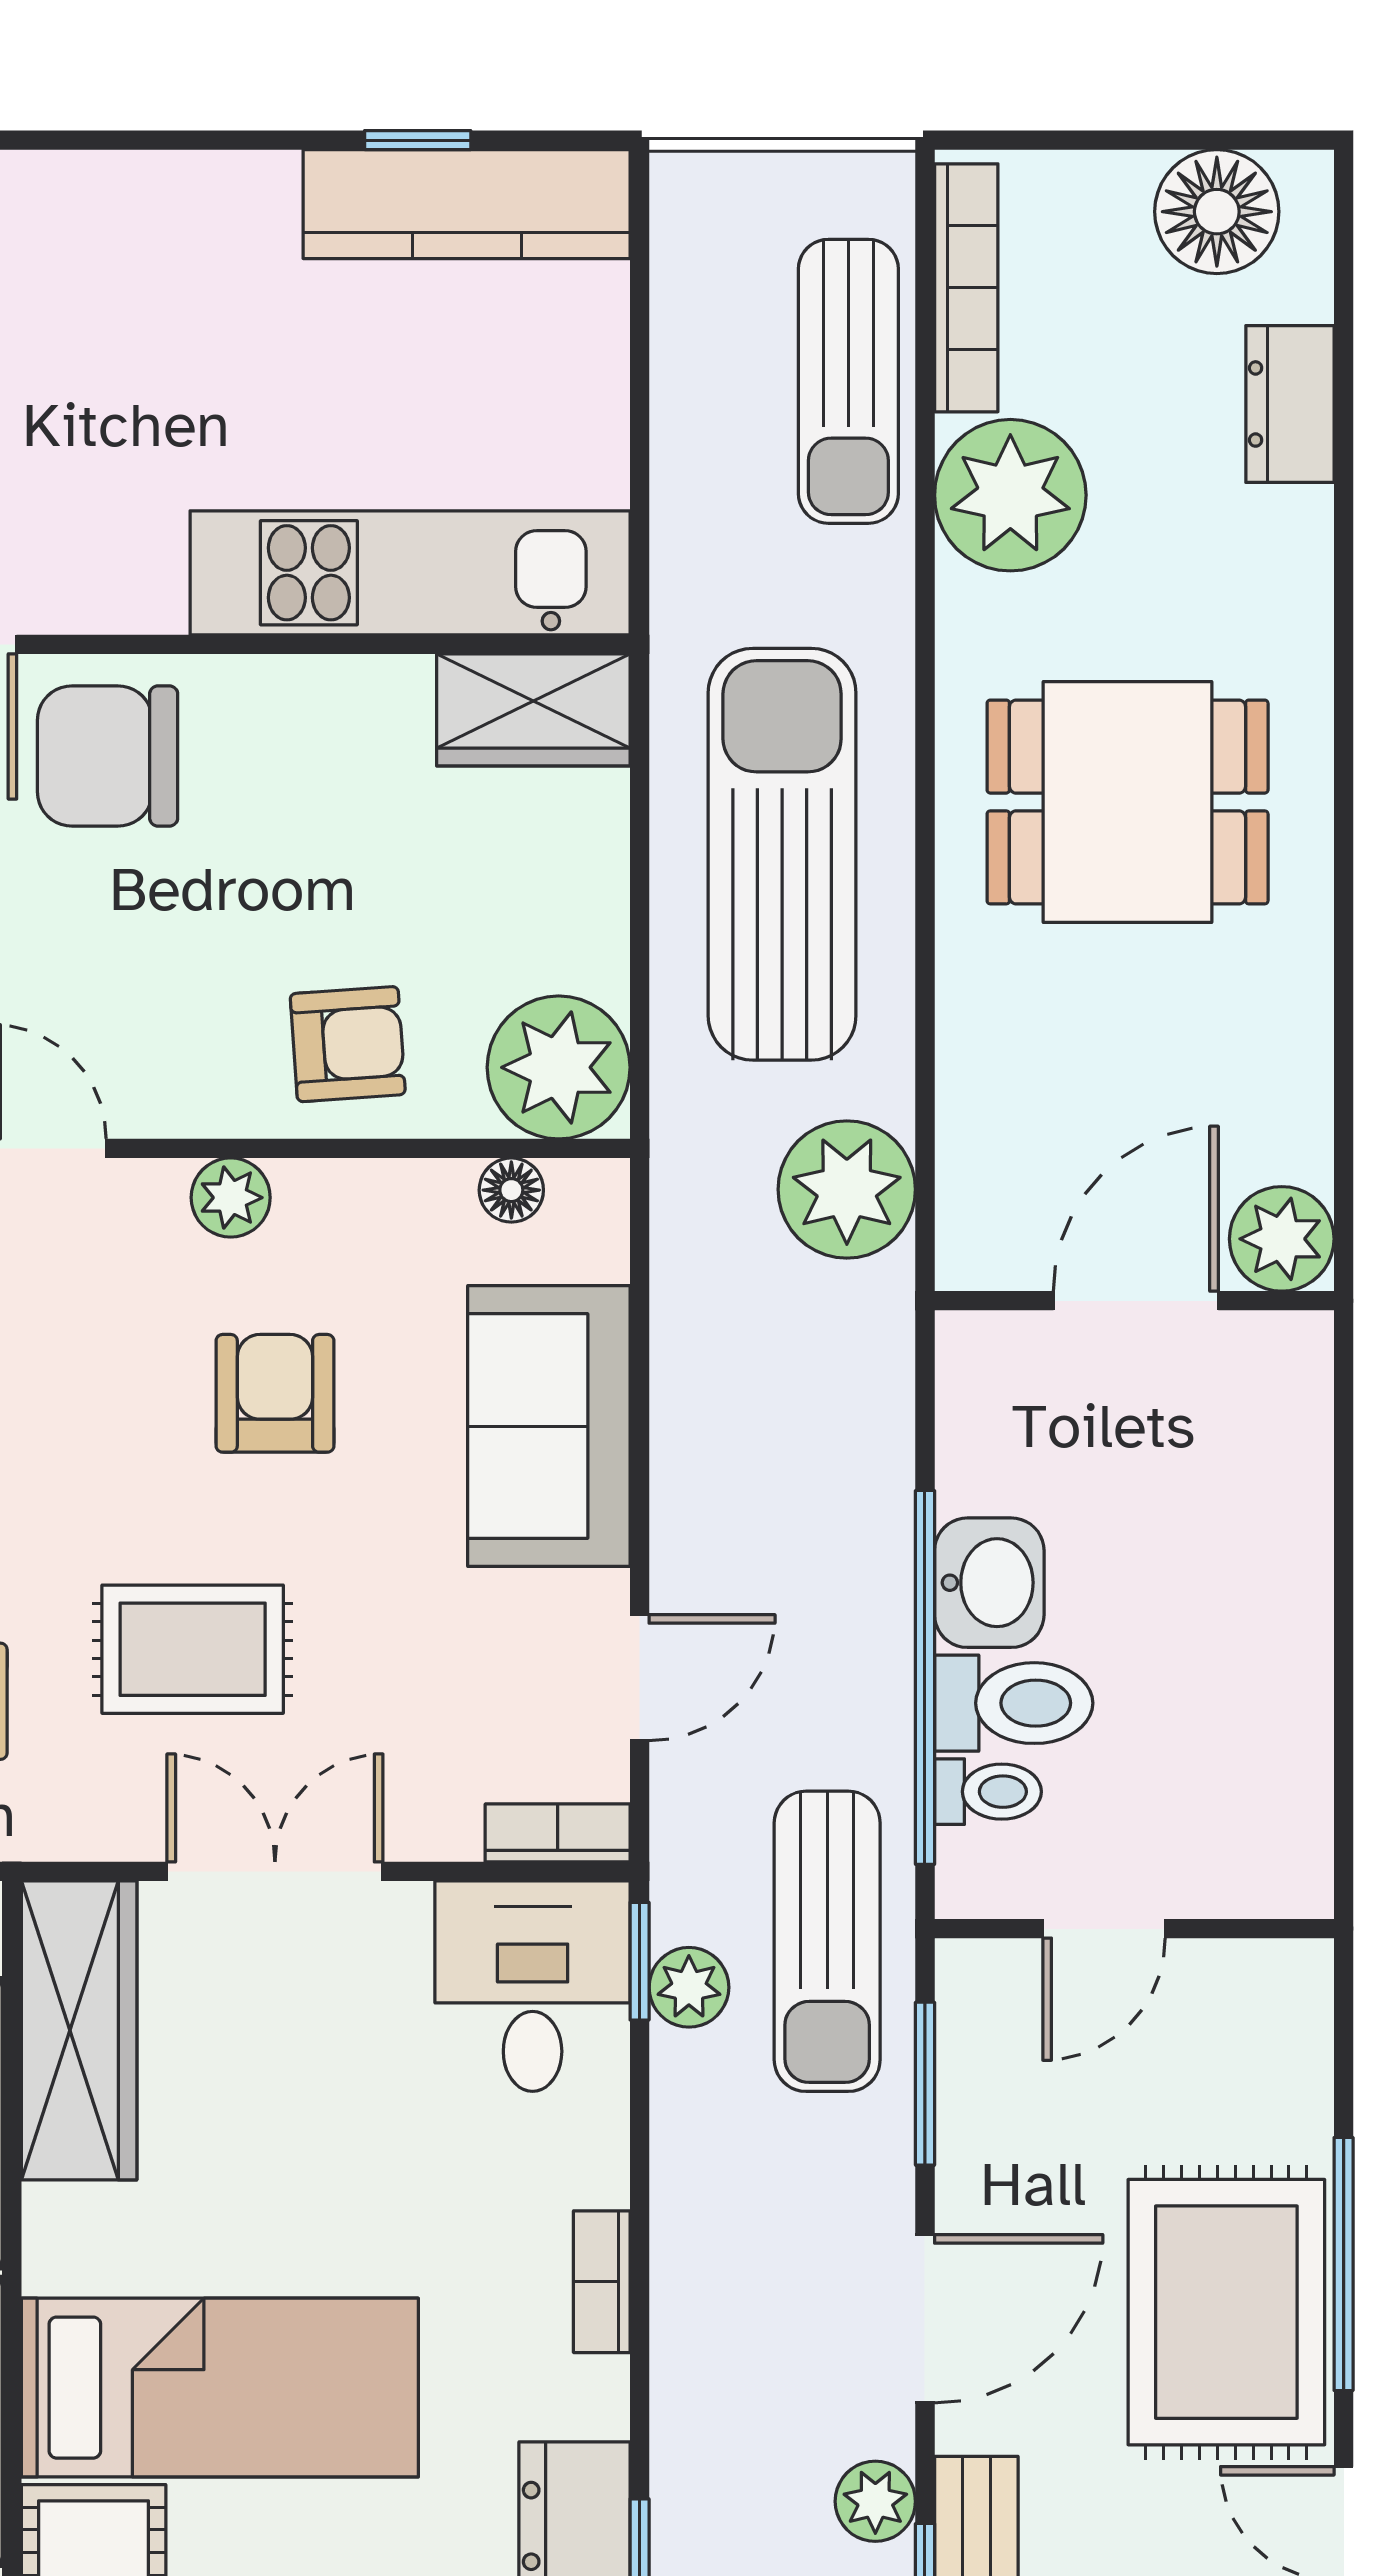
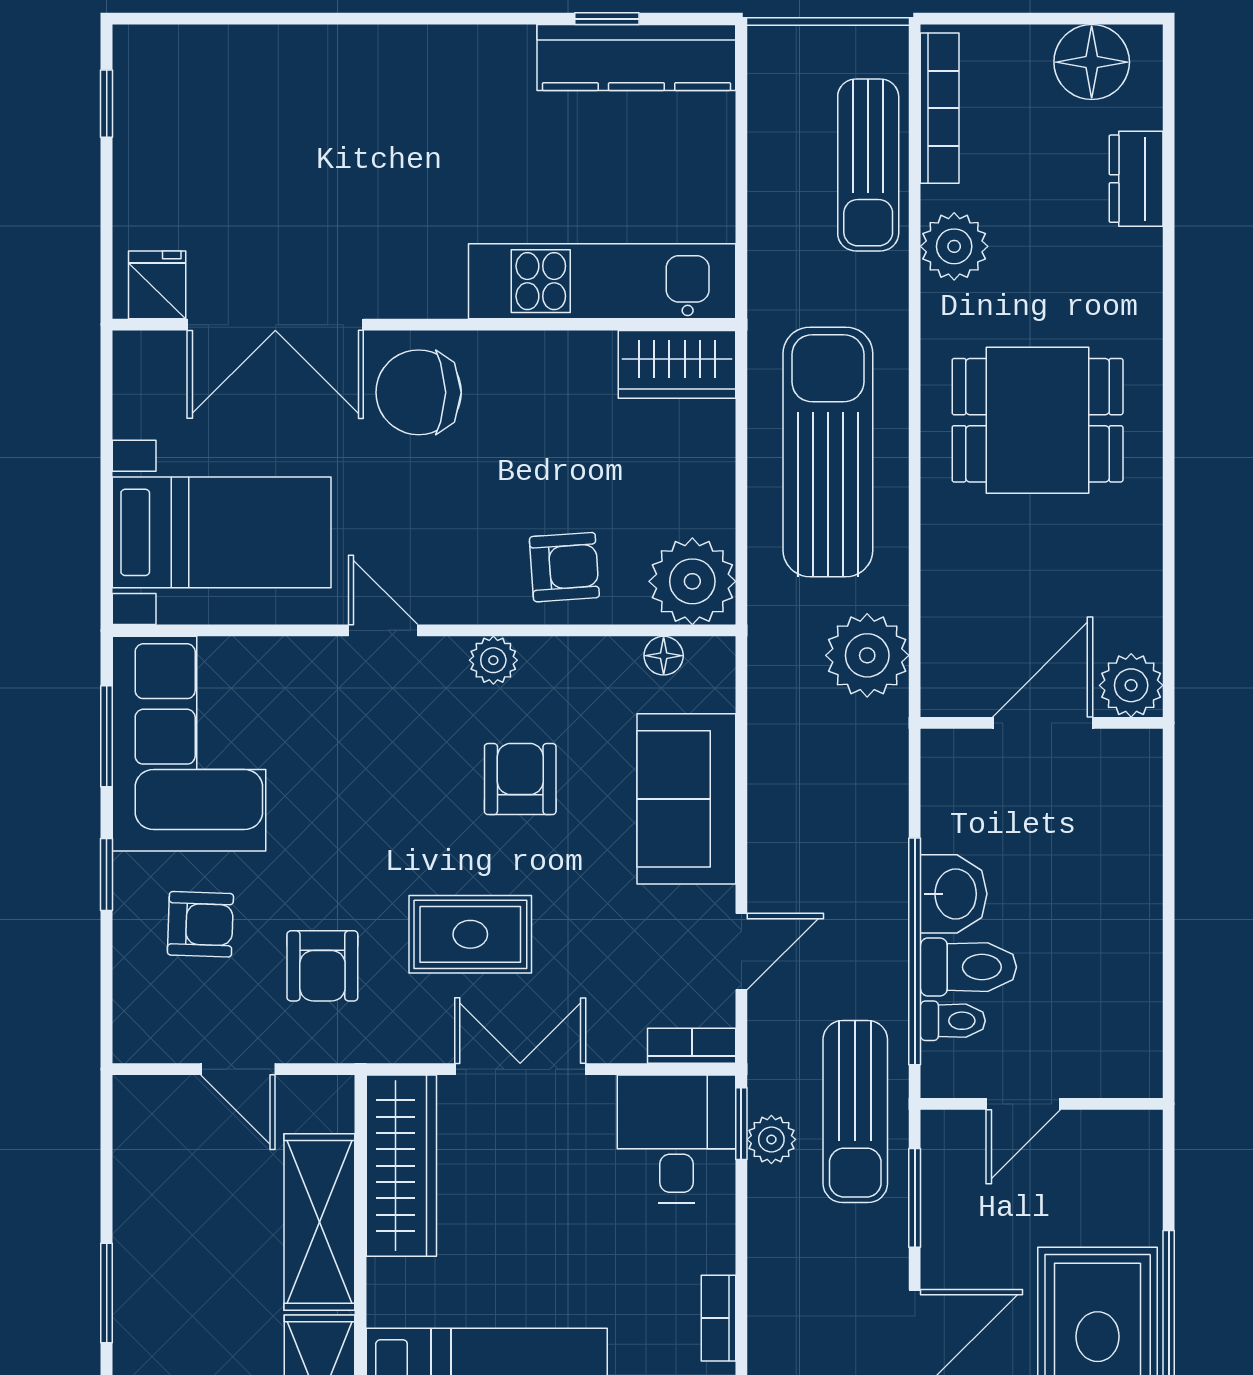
plant: (1010, 495) -> (954, 246), width x0.73, depth x0.73

